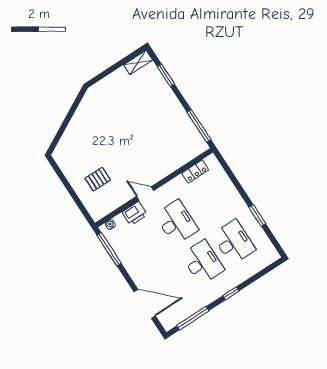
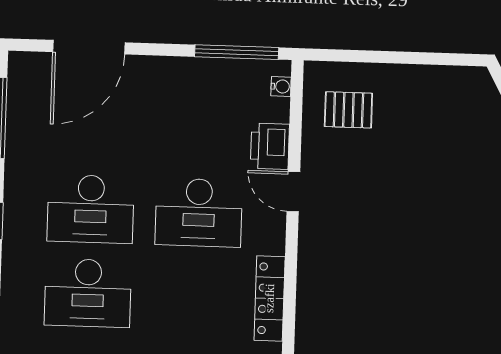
locker: (195, 171) -> (270, 298), width x1.53
pallet: (98, 179) -> (348, 110), moved, turned 90
door: (145, 193) -> (293, 192), swing flipped

